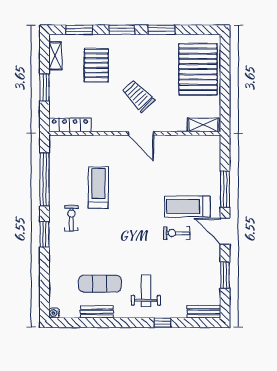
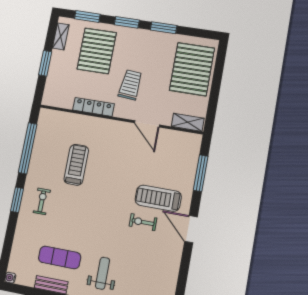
pallet: (96, 65) -> (97, 51), width x1.37, depth x1.41
trolley: (138, 96) -> (130, 85), turned 49
locker: (70, 125) -> (93, 107), moved
door: (141, 133) -> (147, 124), moved
window: (225, 189) -> (201, 173), moved
exercise bike: (71, 218) -> (42, 201), moved
window: (225, 275) -> (183, 273), removed

